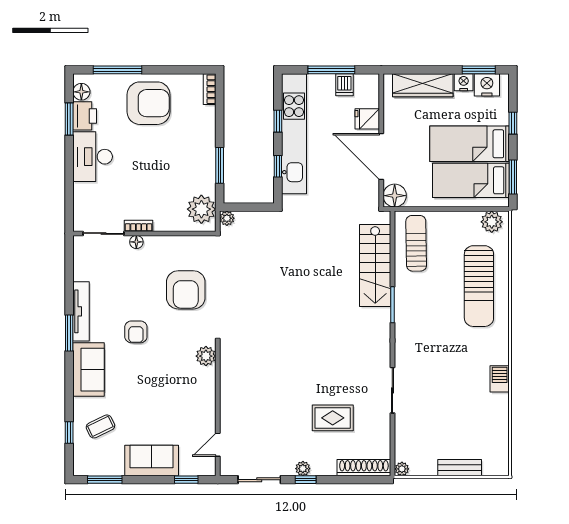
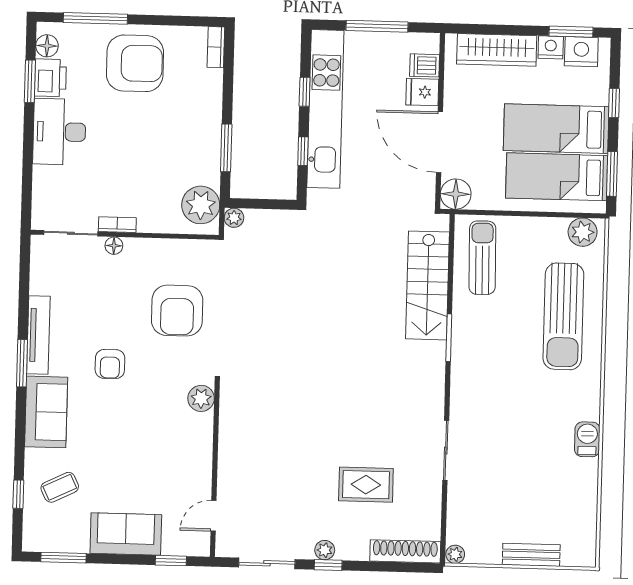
dishwasher: (344, 85) -> (425, 65), moved, turned 90

